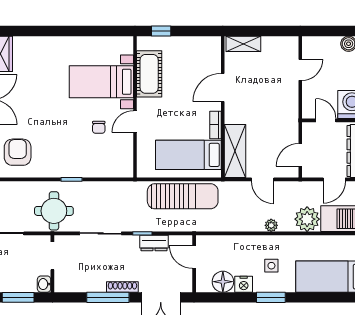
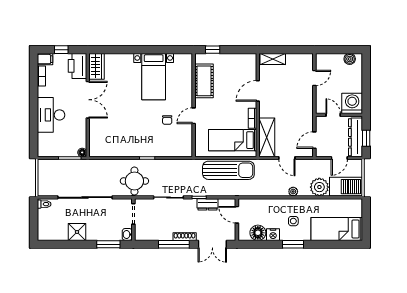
bed with nightstands: (101, 82) -> (154, 77), moved, turned -90
armchair: (18, 152) -> (108, 138), removed

